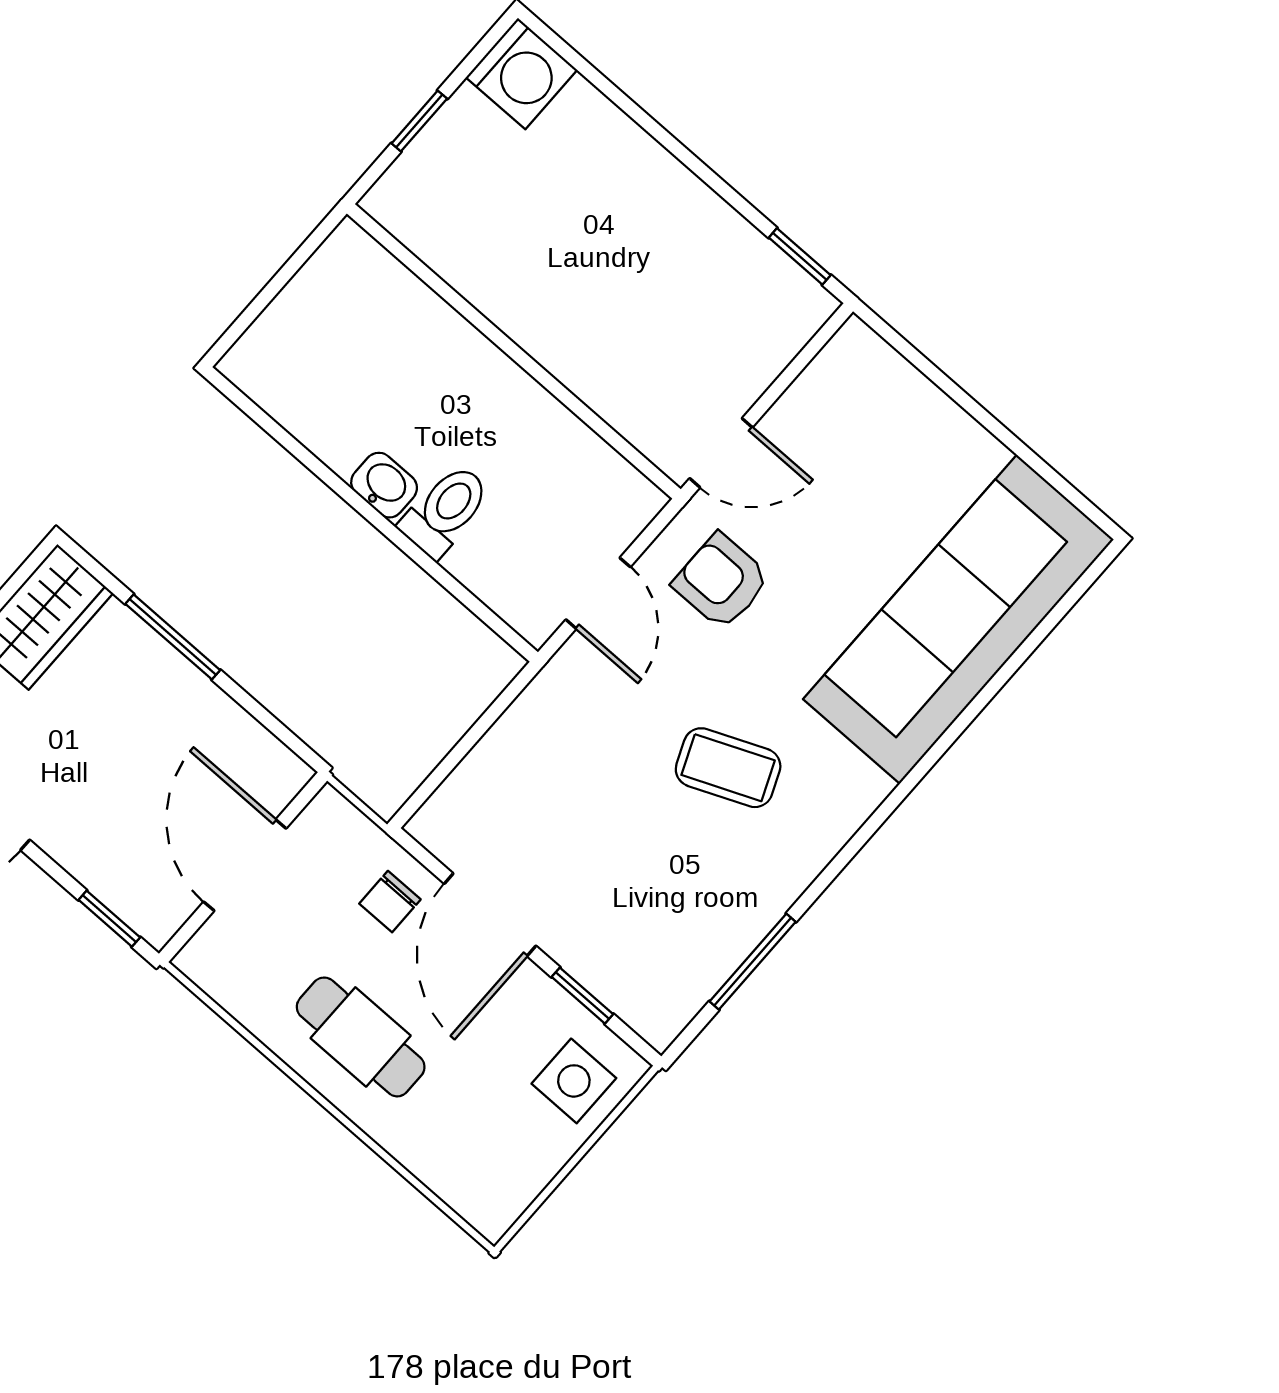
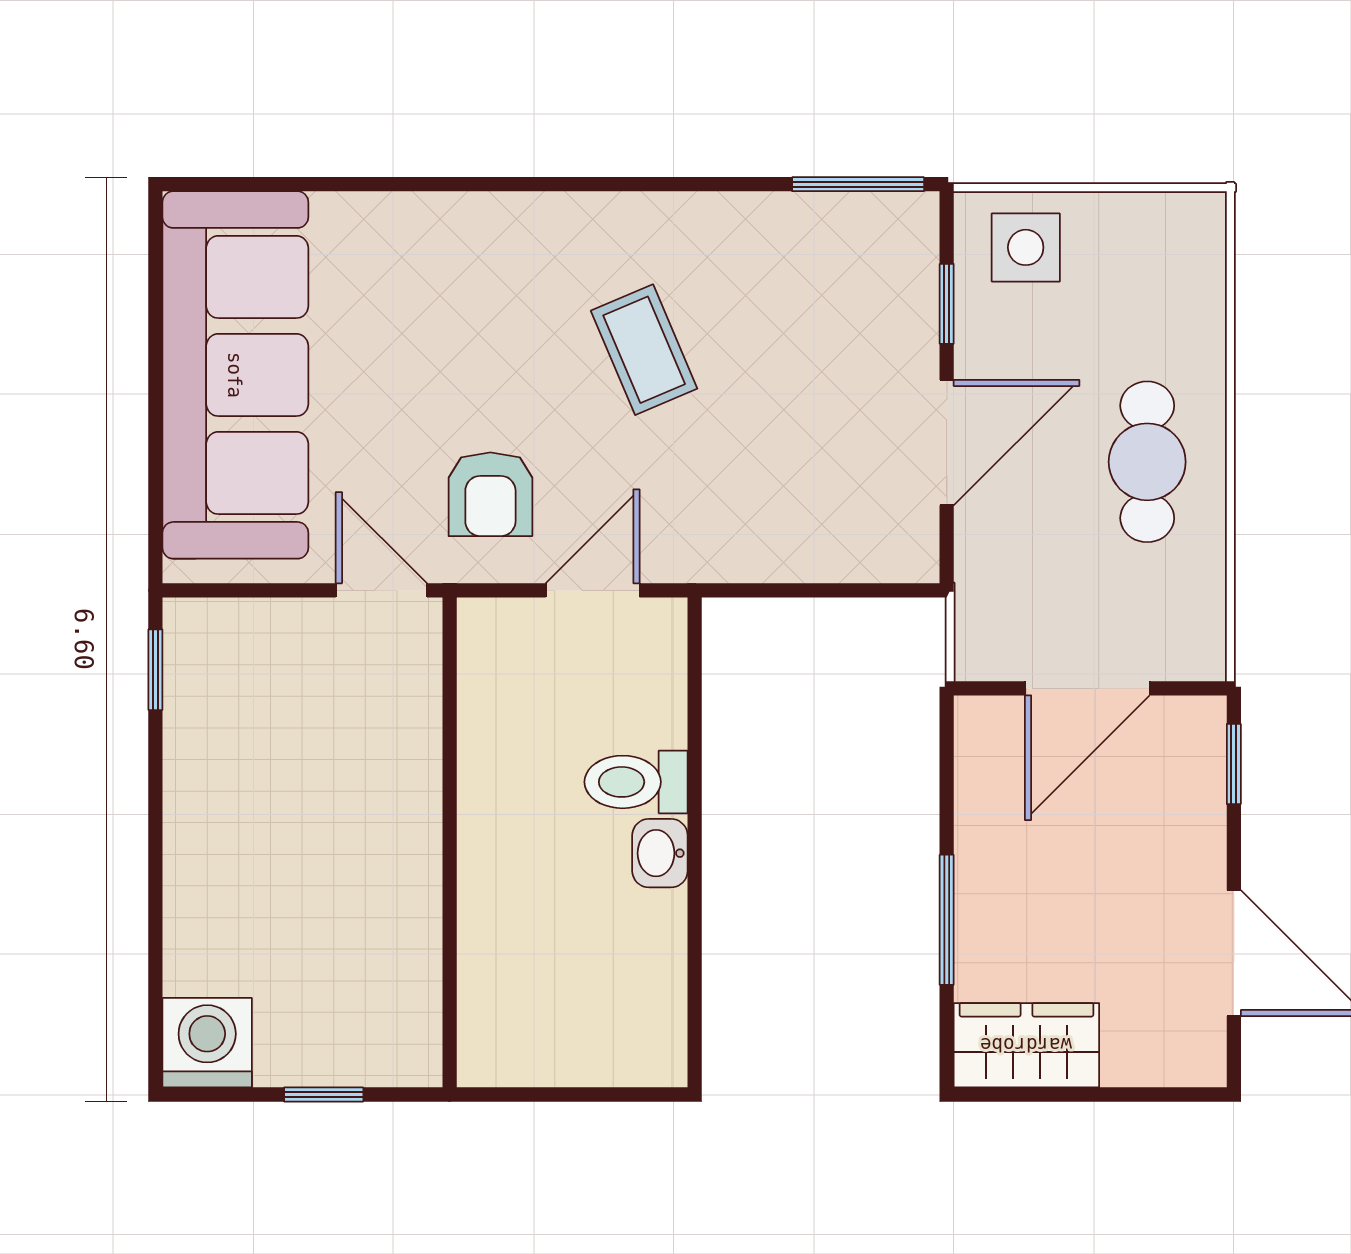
sofa: (958, 619) -> (235, 375), moved, turned -90
chair: (390, 902) -> (1010, 538), removed
window: (753, 962) -> (858, 184), moved

